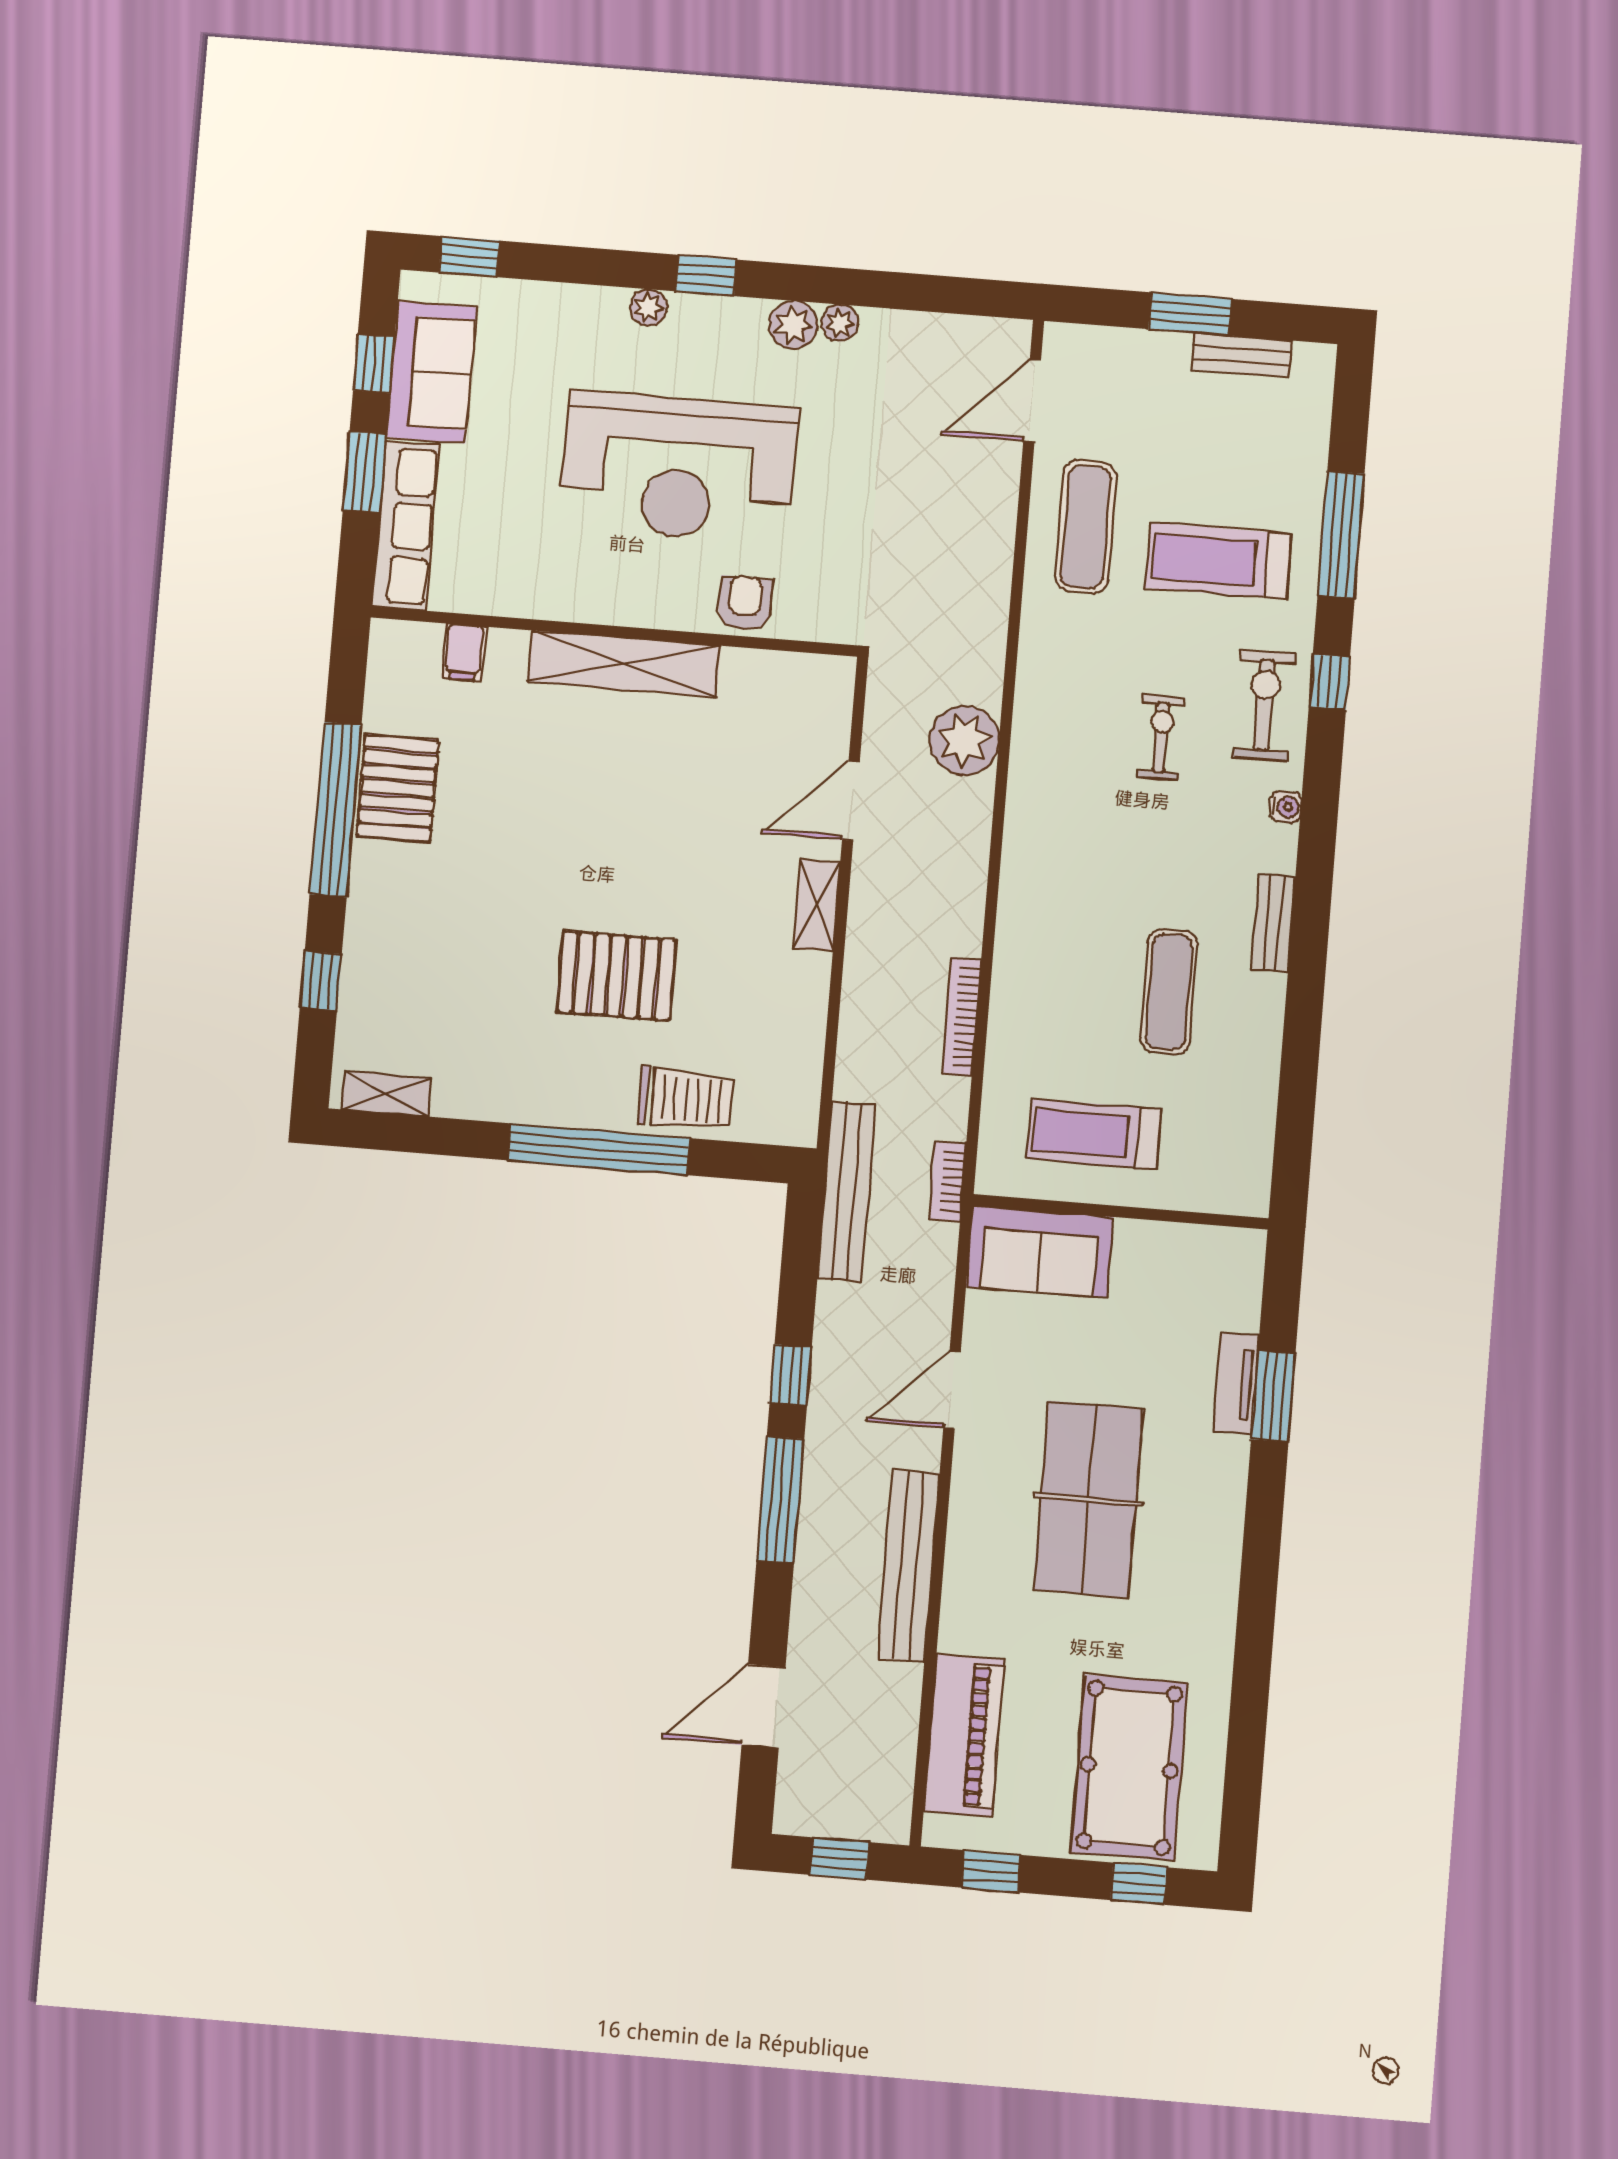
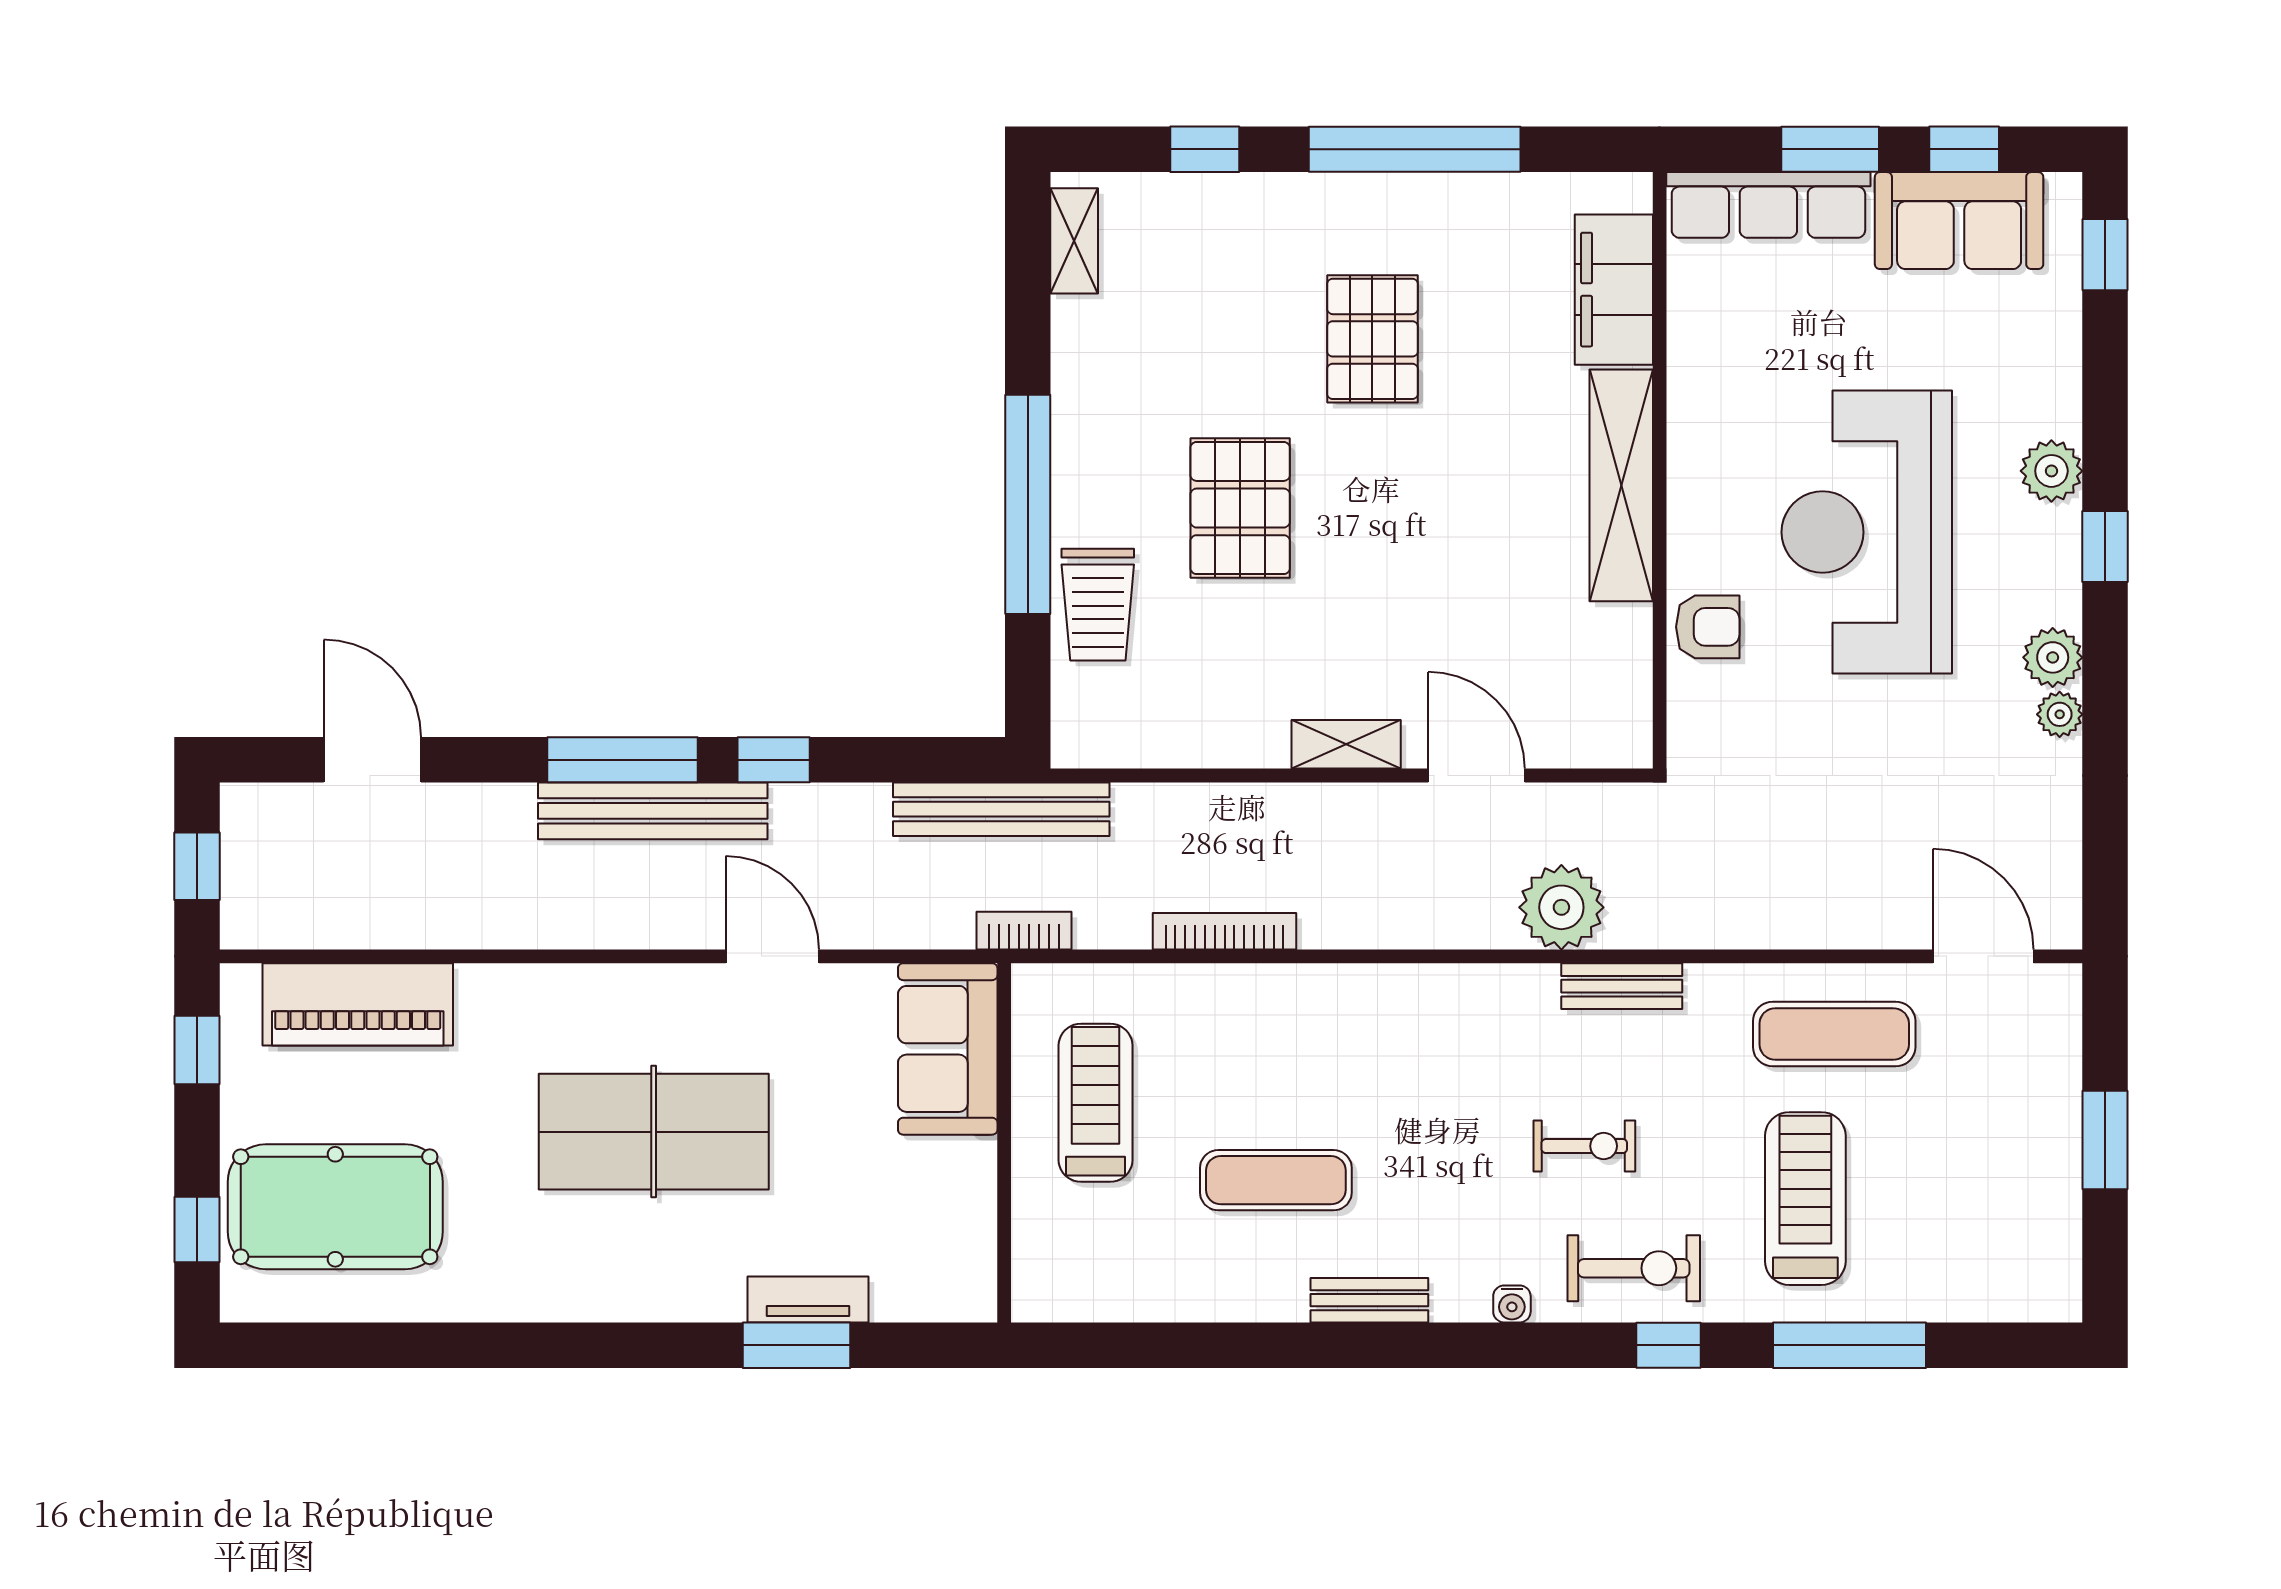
plant: (649, 308) -> (2051, 471), width x1.38, depth x1.38
bench: (1242, 355) -> (1622, 986), moved, turned 90
filing cabinet: (464, 652) -> (1614, 290), width x3.00, depth x1.17
pallet: (398, 788) -> (1372, 339), moved, turned 90
bench: (909, 1566) -> (653, 811), moved

